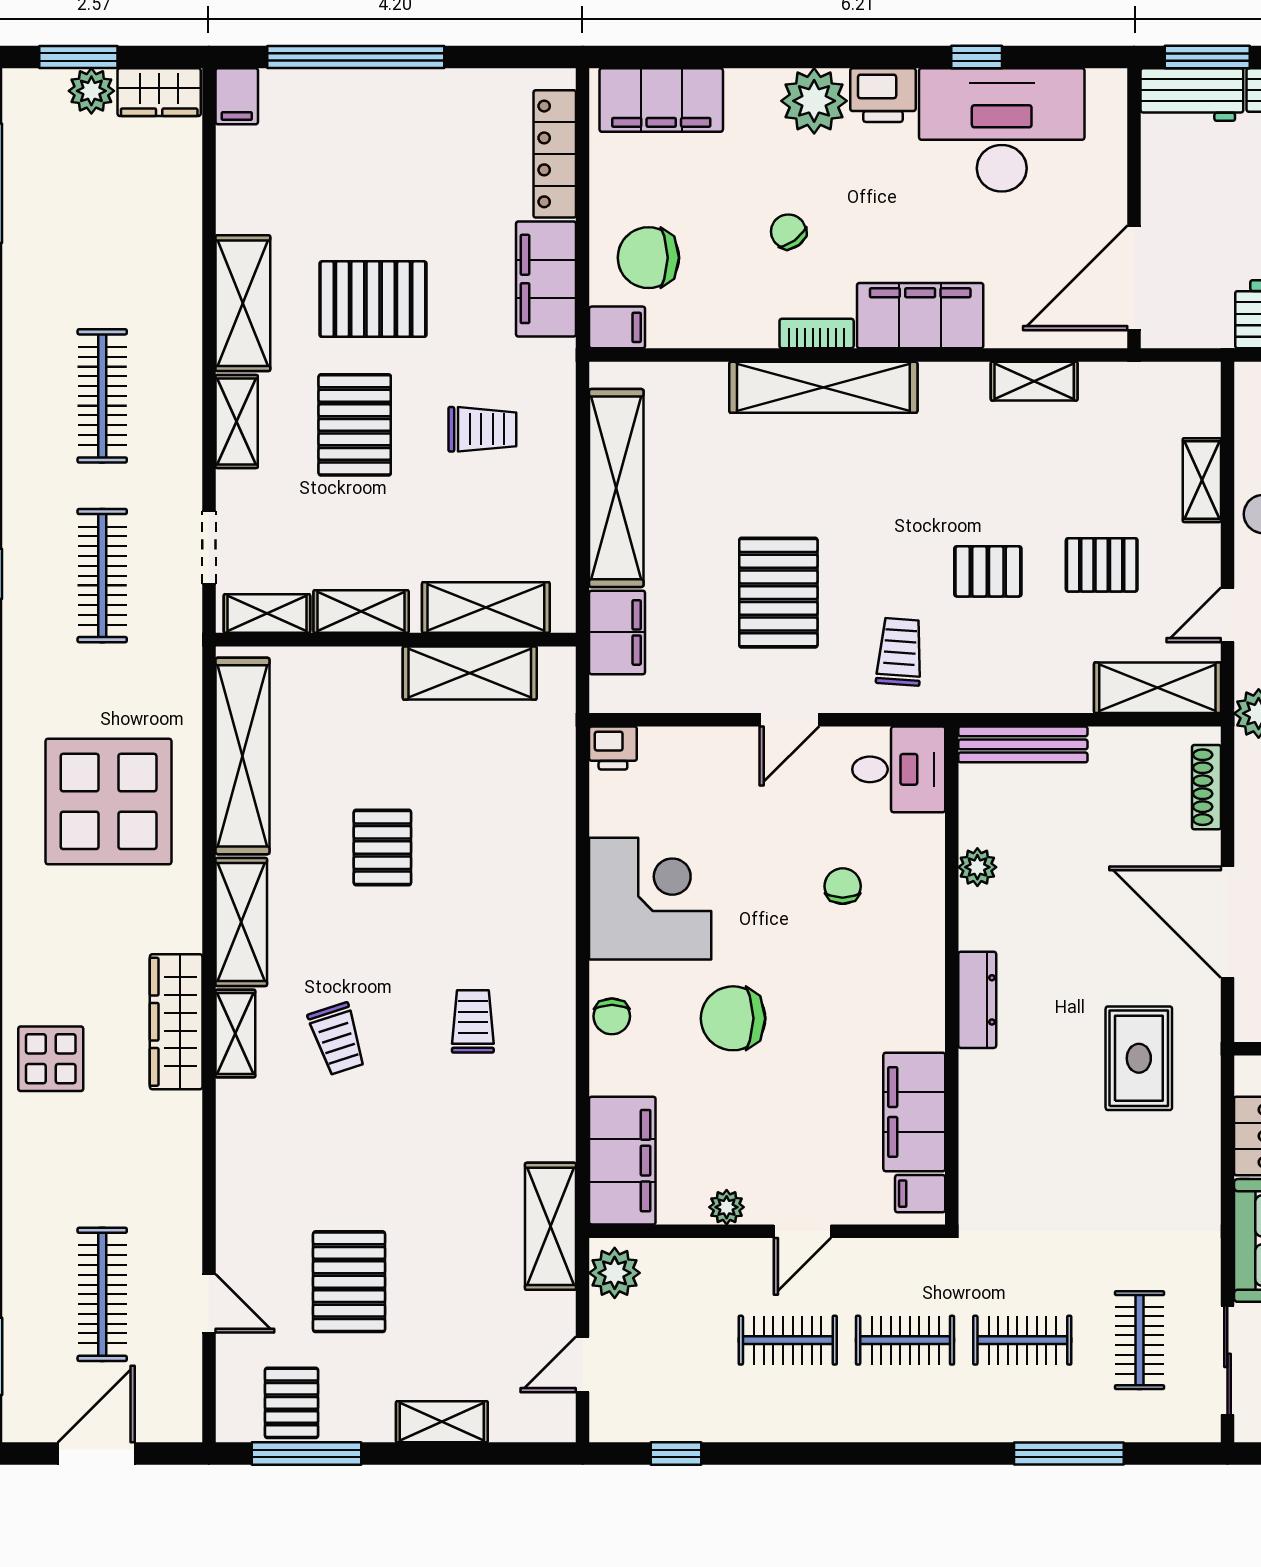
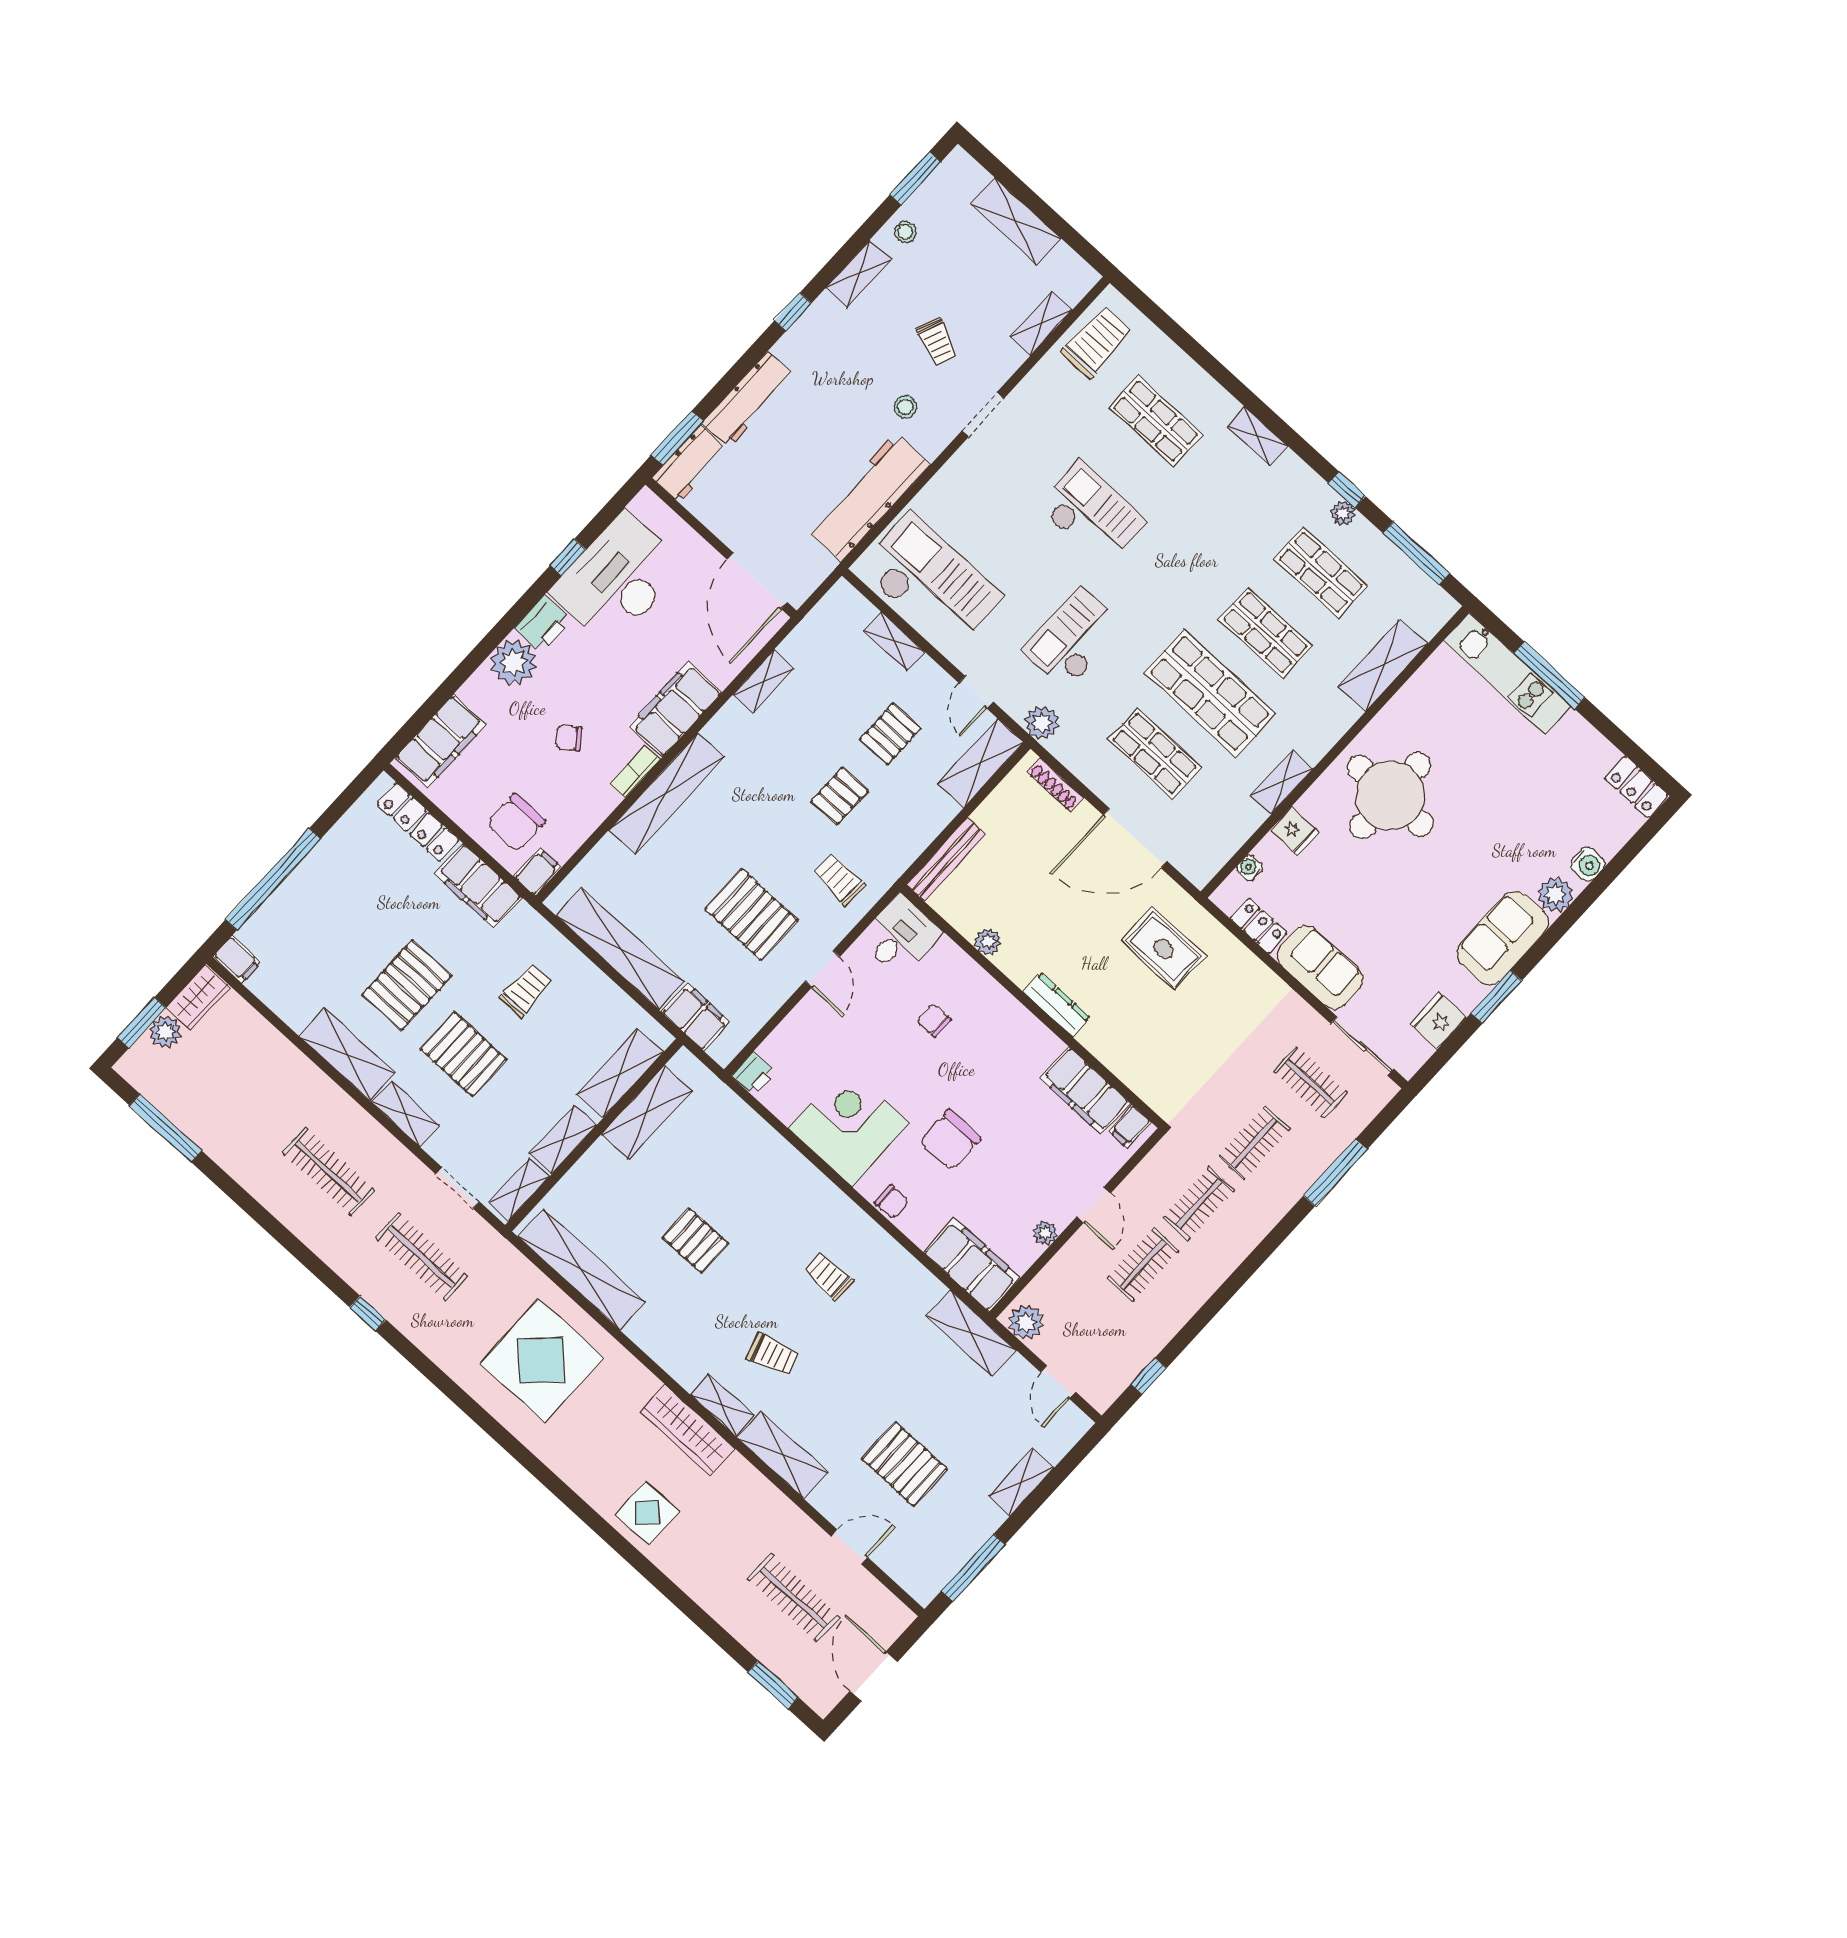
shelving: (241, 922) -> (783, 1455), moved
pallet: (292, 1403) -> (940, 1551), removed

